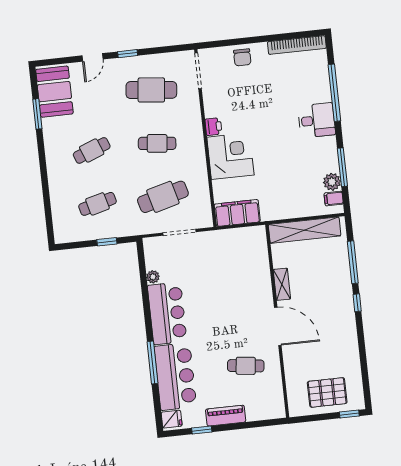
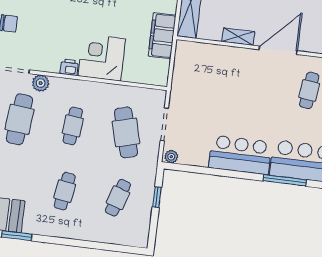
plant: (191, 102) -> (41, 83), added
cafe table: (92, 150) -> (65, 191), turned 30
cafe table: (97, 204) -> (118, 198), turned 33
filing cabinet: (237, 213) -> (162, 36), moved
plant: (153, 277) -> (171, 157), moved

